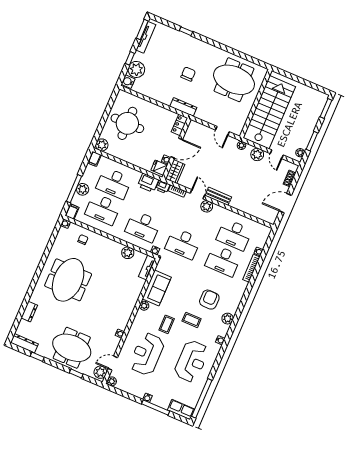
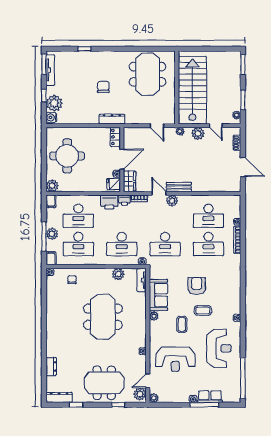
meeting table: (234, 80) -> (147, 74), turned 90
door: (285, 203) -> (243, 167), swing flipped
meeting table: (68, 280) -> (103, 317), moved
armchair: (209, 300) -> (197, 286), moved
plant: (228, 319) -> (235, 295), removed
reception desk: (147, 354) -> (175, 359), turned -90
row of seats: (181, 410) -> (210, 397), moved

